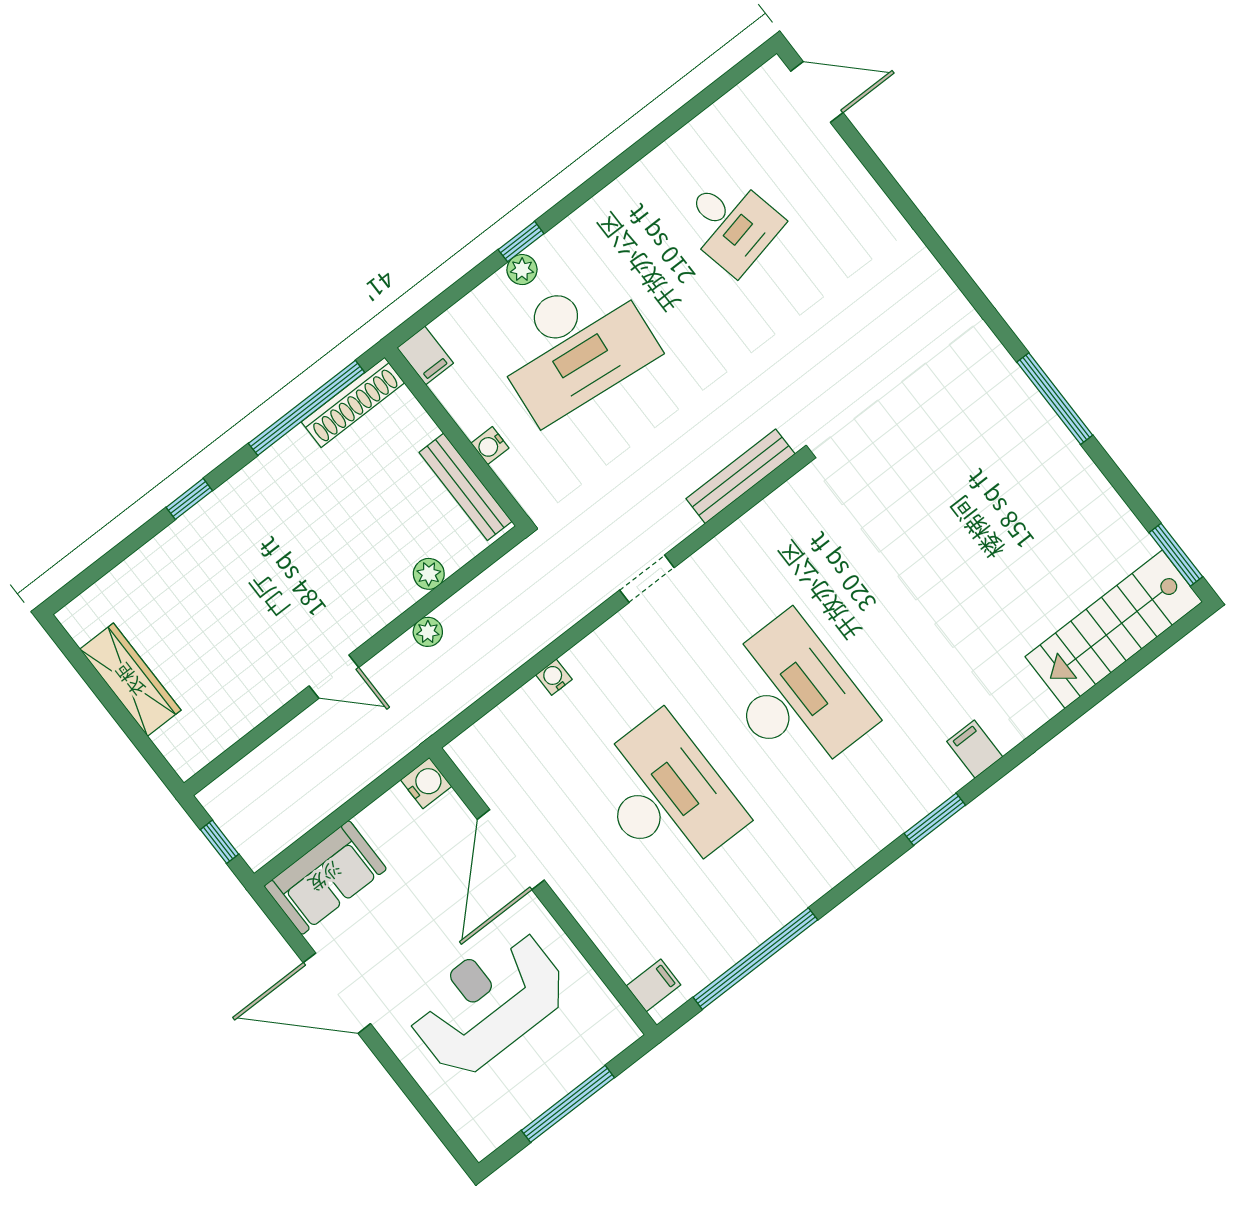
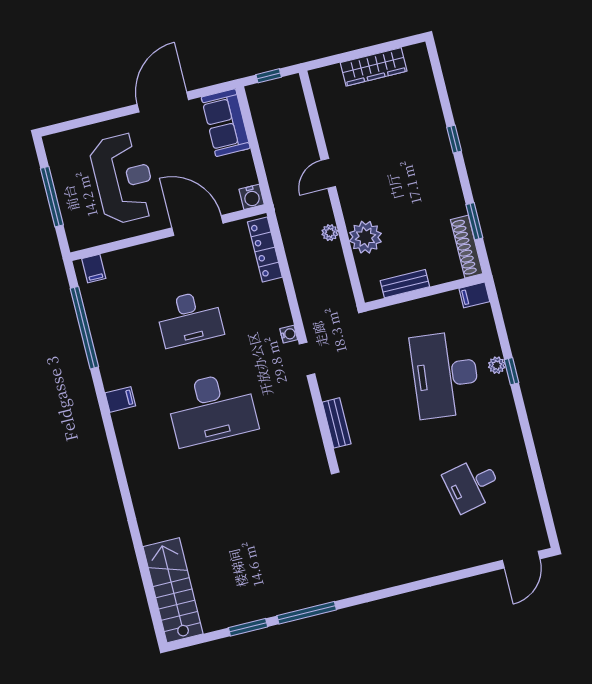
window: (307, 408) -> (474, 221), width x0.47
water cooler: (490, 446) -> (412, 308), removed
bench: (741, 476) -> (337, 423), width x0.73
bench: (466, 487) -> (405, 284), width x0.73
window: (1176, 555) -> (248, 627), moved
plant: (429, 574) -> (365, 237), width x1.88, depth x1.88
water cooler: (554, 677) -> (289, 334), moved
locker: (501, 724) -> (265, 249), added
filing cabinet: (975, 749) -> (120, 399), moved
desk: (666, 796) -> (190, 318), width x0.73, depth x0.77
window: (935, 819) -> (115, 453), removed

